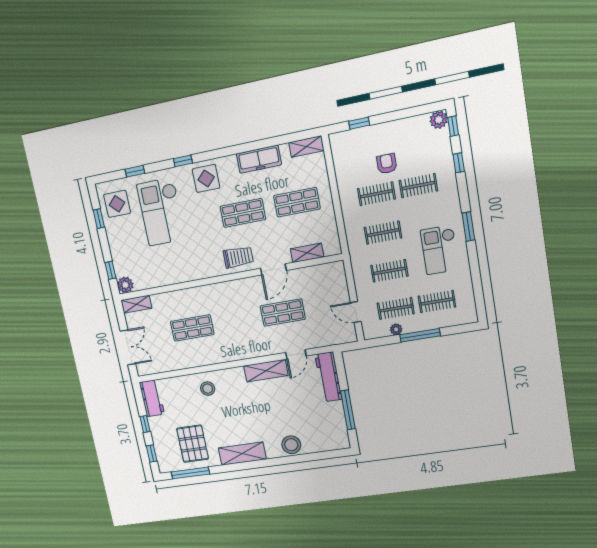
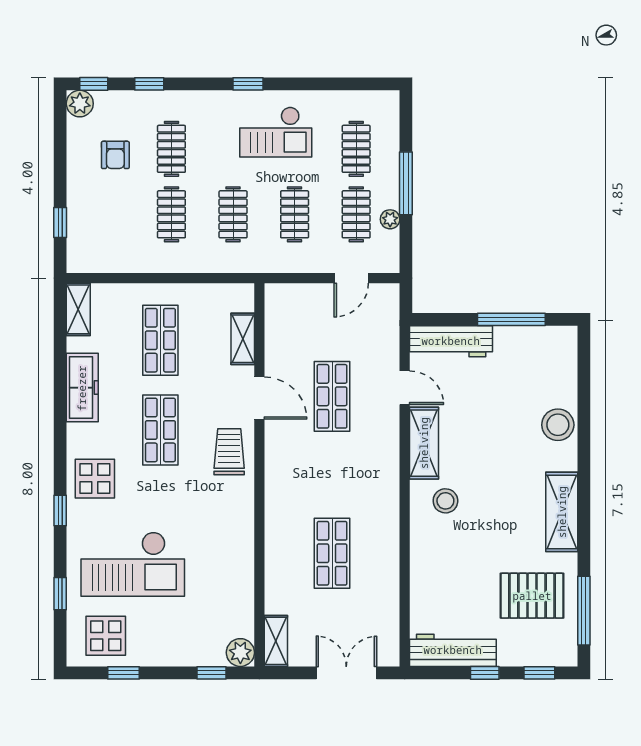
armchair: (387, 164) -> (115, 155), moved, turned -90
window: (468, 227) -> (248, 84), width x0.67
stool: (208, 389) -> (445, 501), moved
workbench: (152, 398) -> (453, 650), width x1.38

